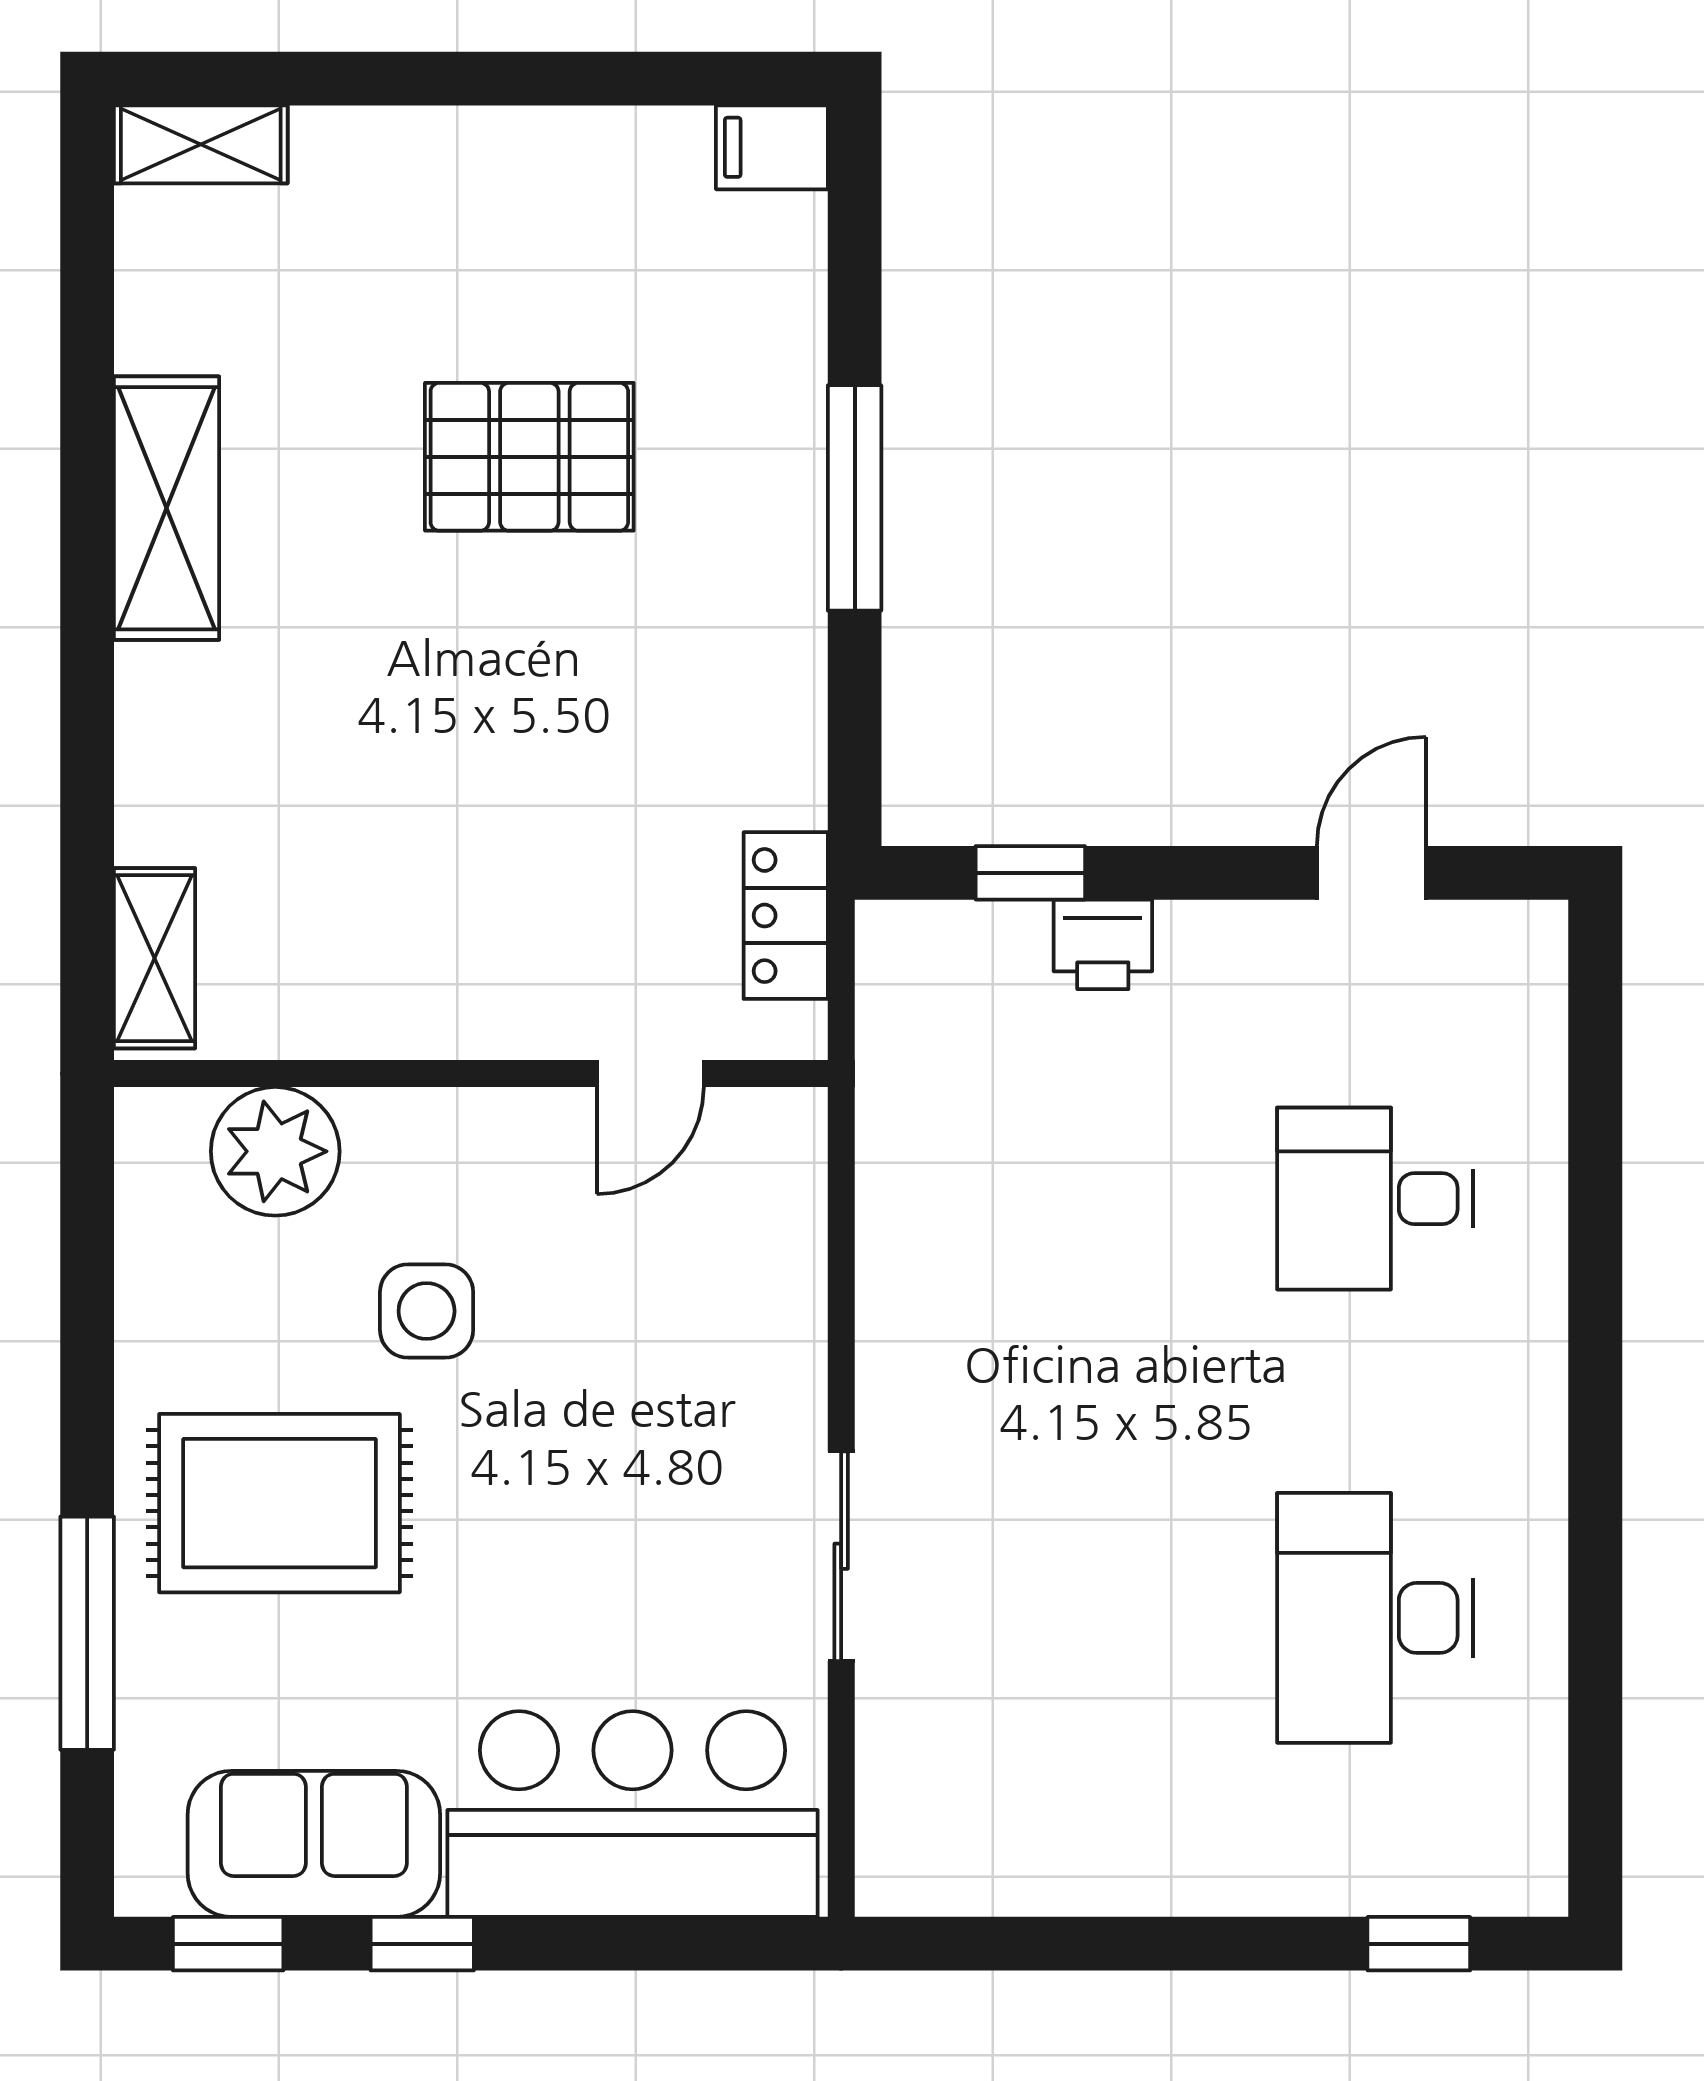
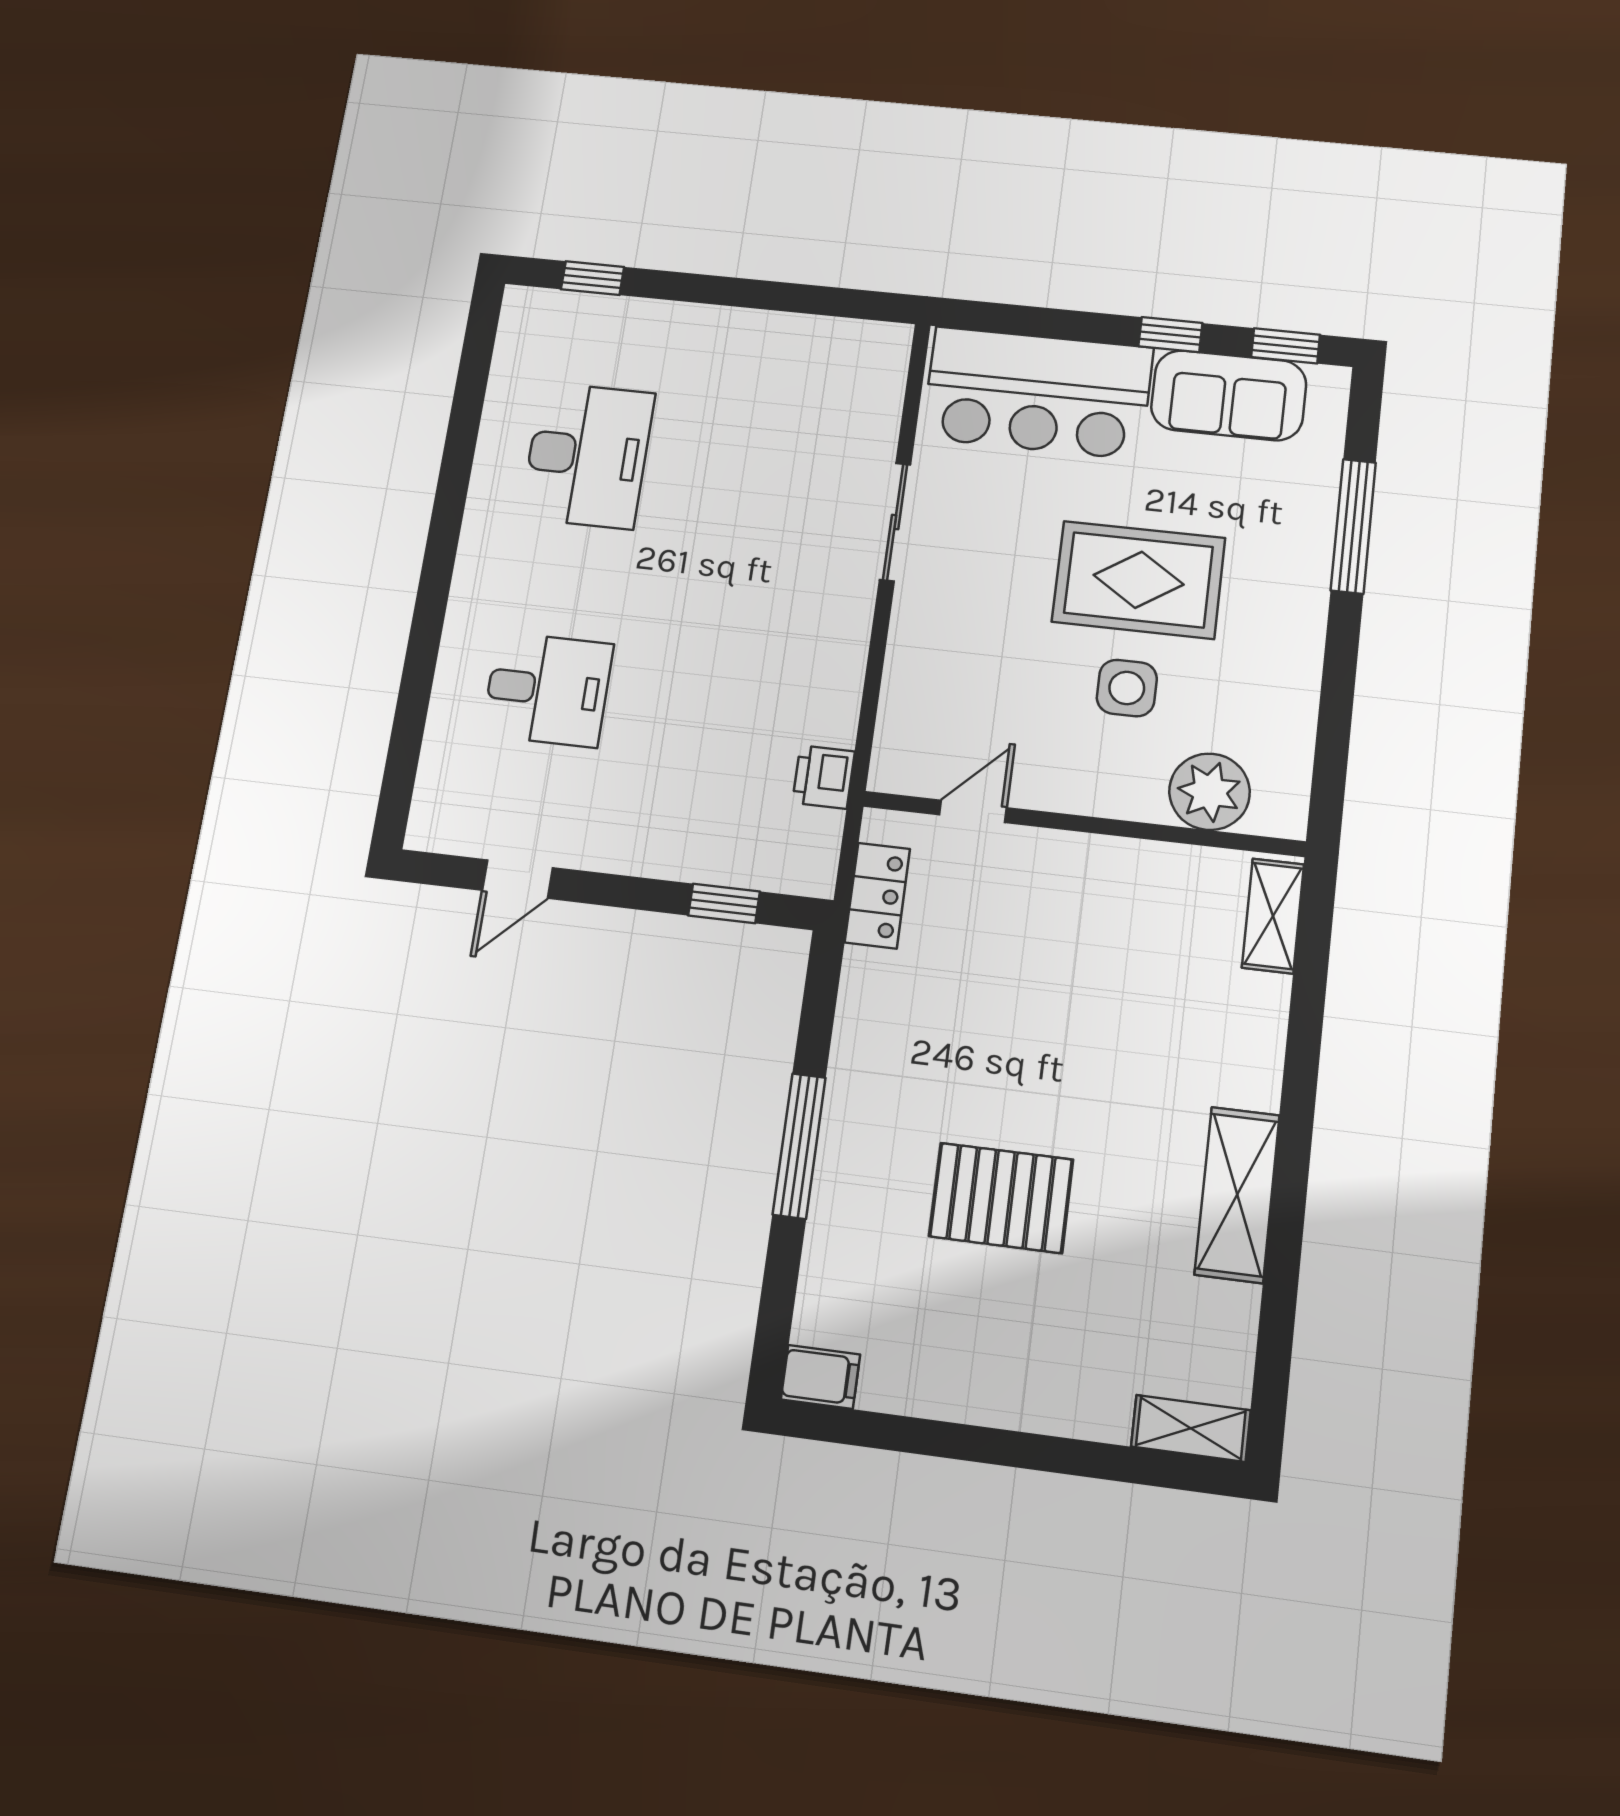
printer: (1103, 944) -> (824, 777), moved, turned -90
rug: (279, 1503) -> (1138, 580), moved

